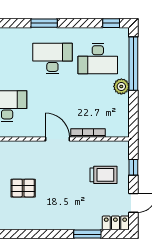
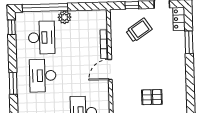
trolley: (104, 175) -> (139, 30), turned 56
pallet: (23, 188) -> (152, 97), turned 90

